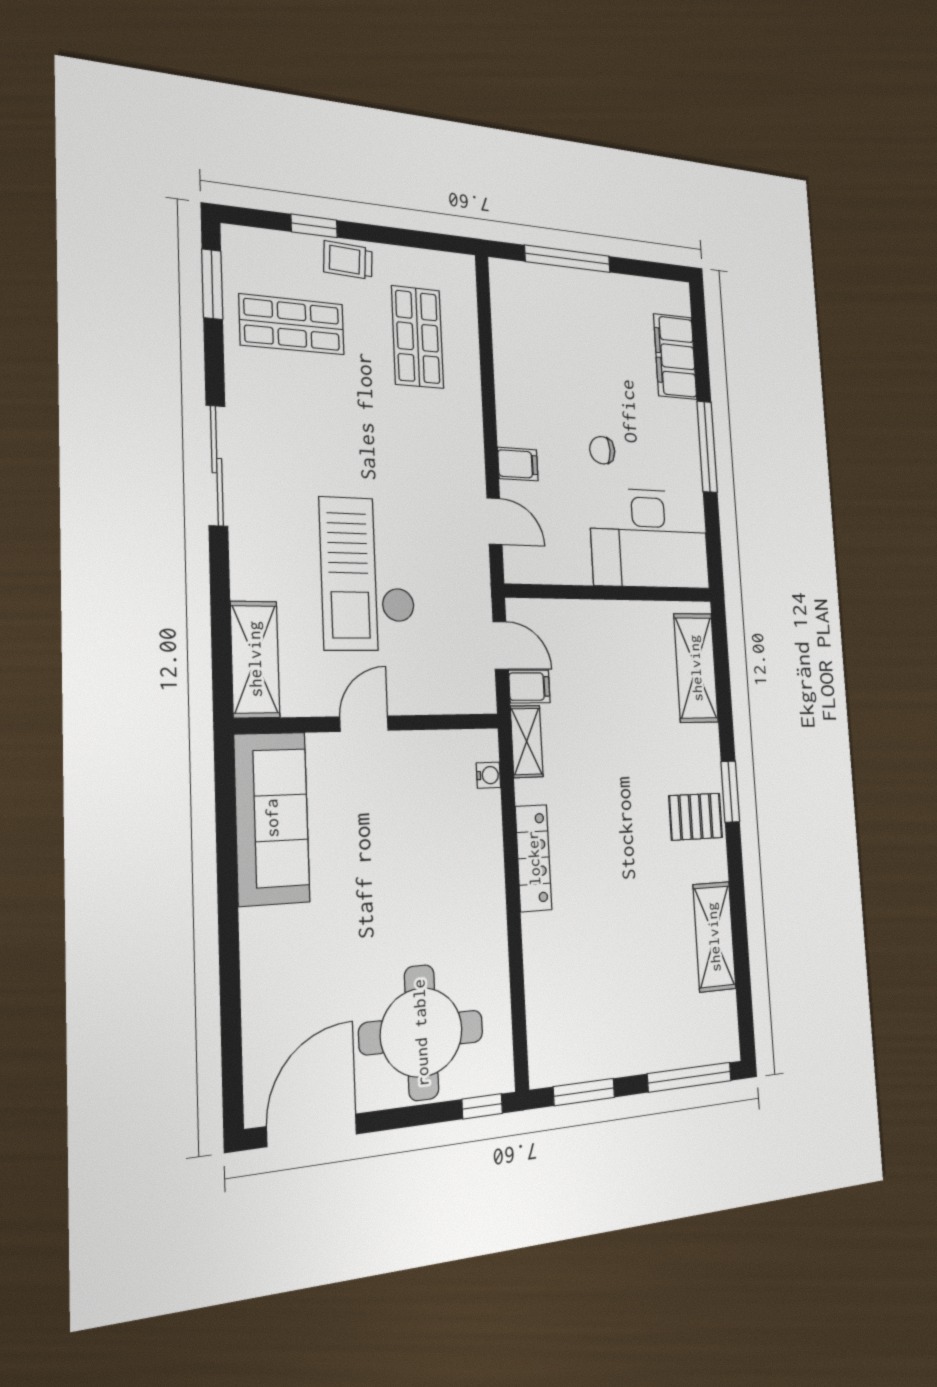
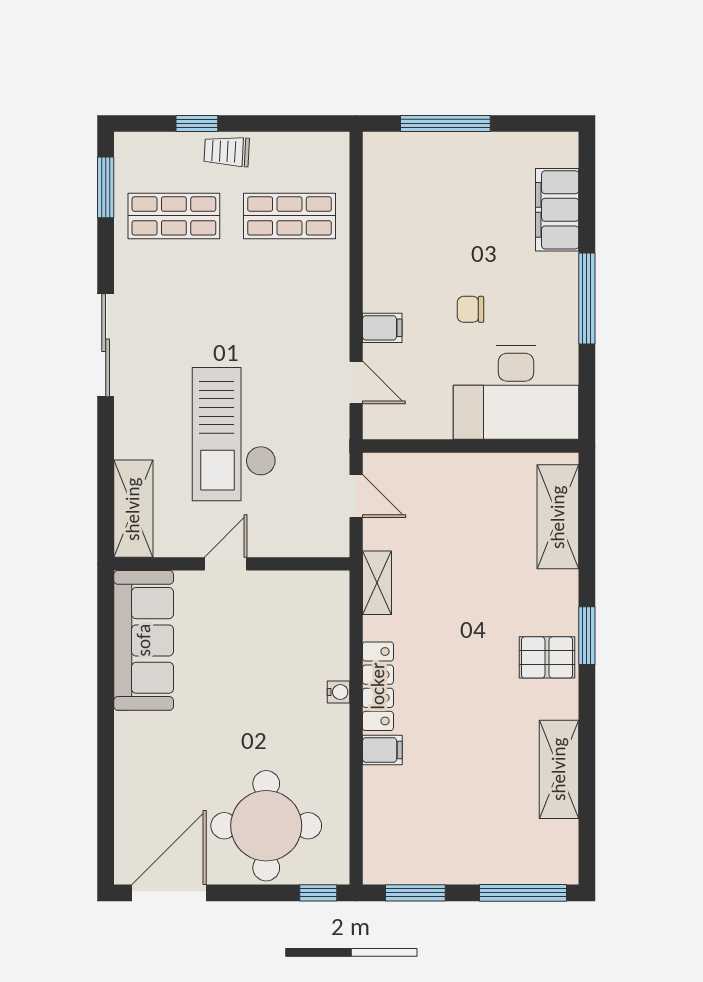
shop shelf: (418, 337) -> (289, 216), turned 90
filing cabinet: (529, 687) -> (382, 750), moved
water cooler: (488, 775) -> (338, 692), moved

